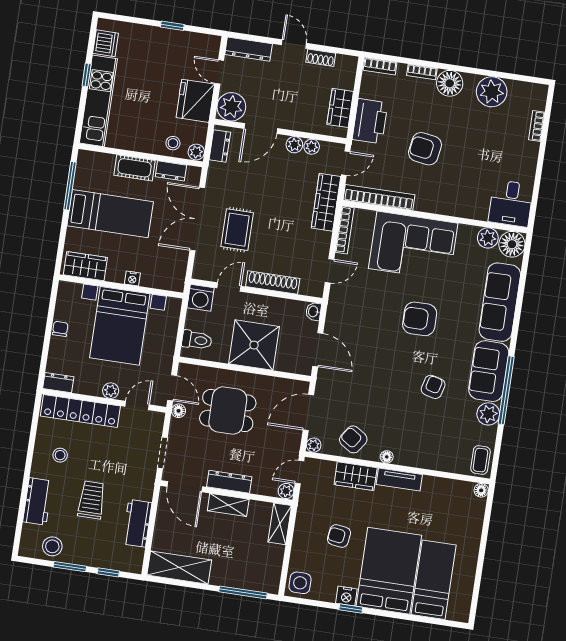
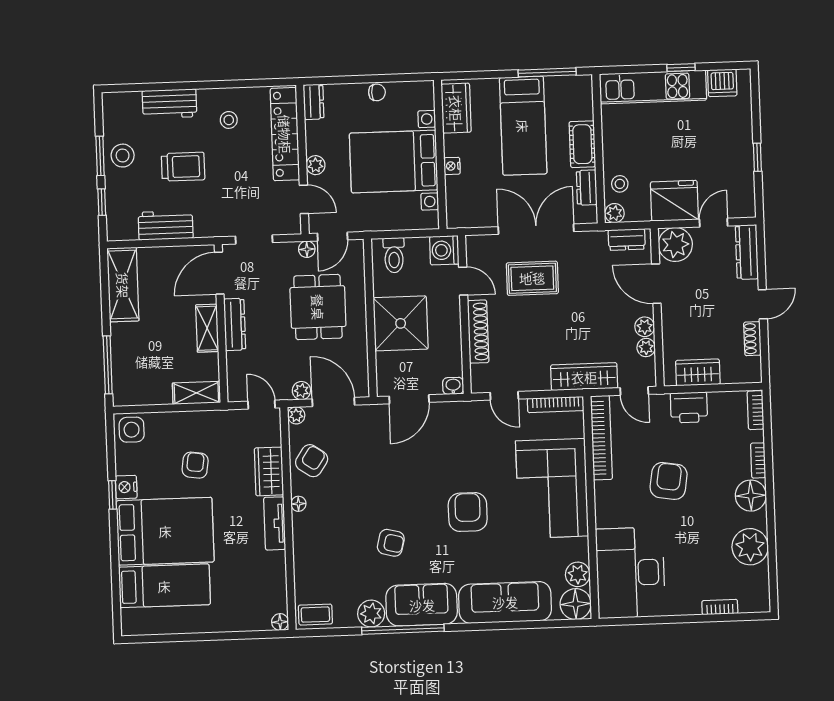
printer: (370, 121) -> (689, 407), width x0.73, depth x0.84
desk: (511, 203) -> (630, 573), width x1.87, depth x1.30
plant: (286, 491) -> (301, 391), moved
stool: (52, 546) -> (123, 156), moved

